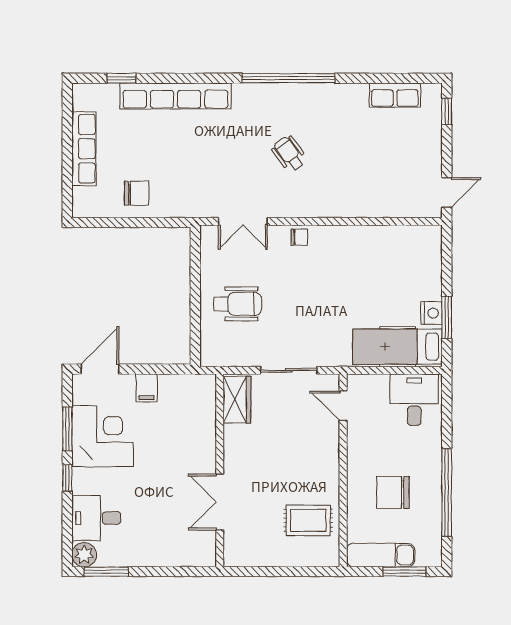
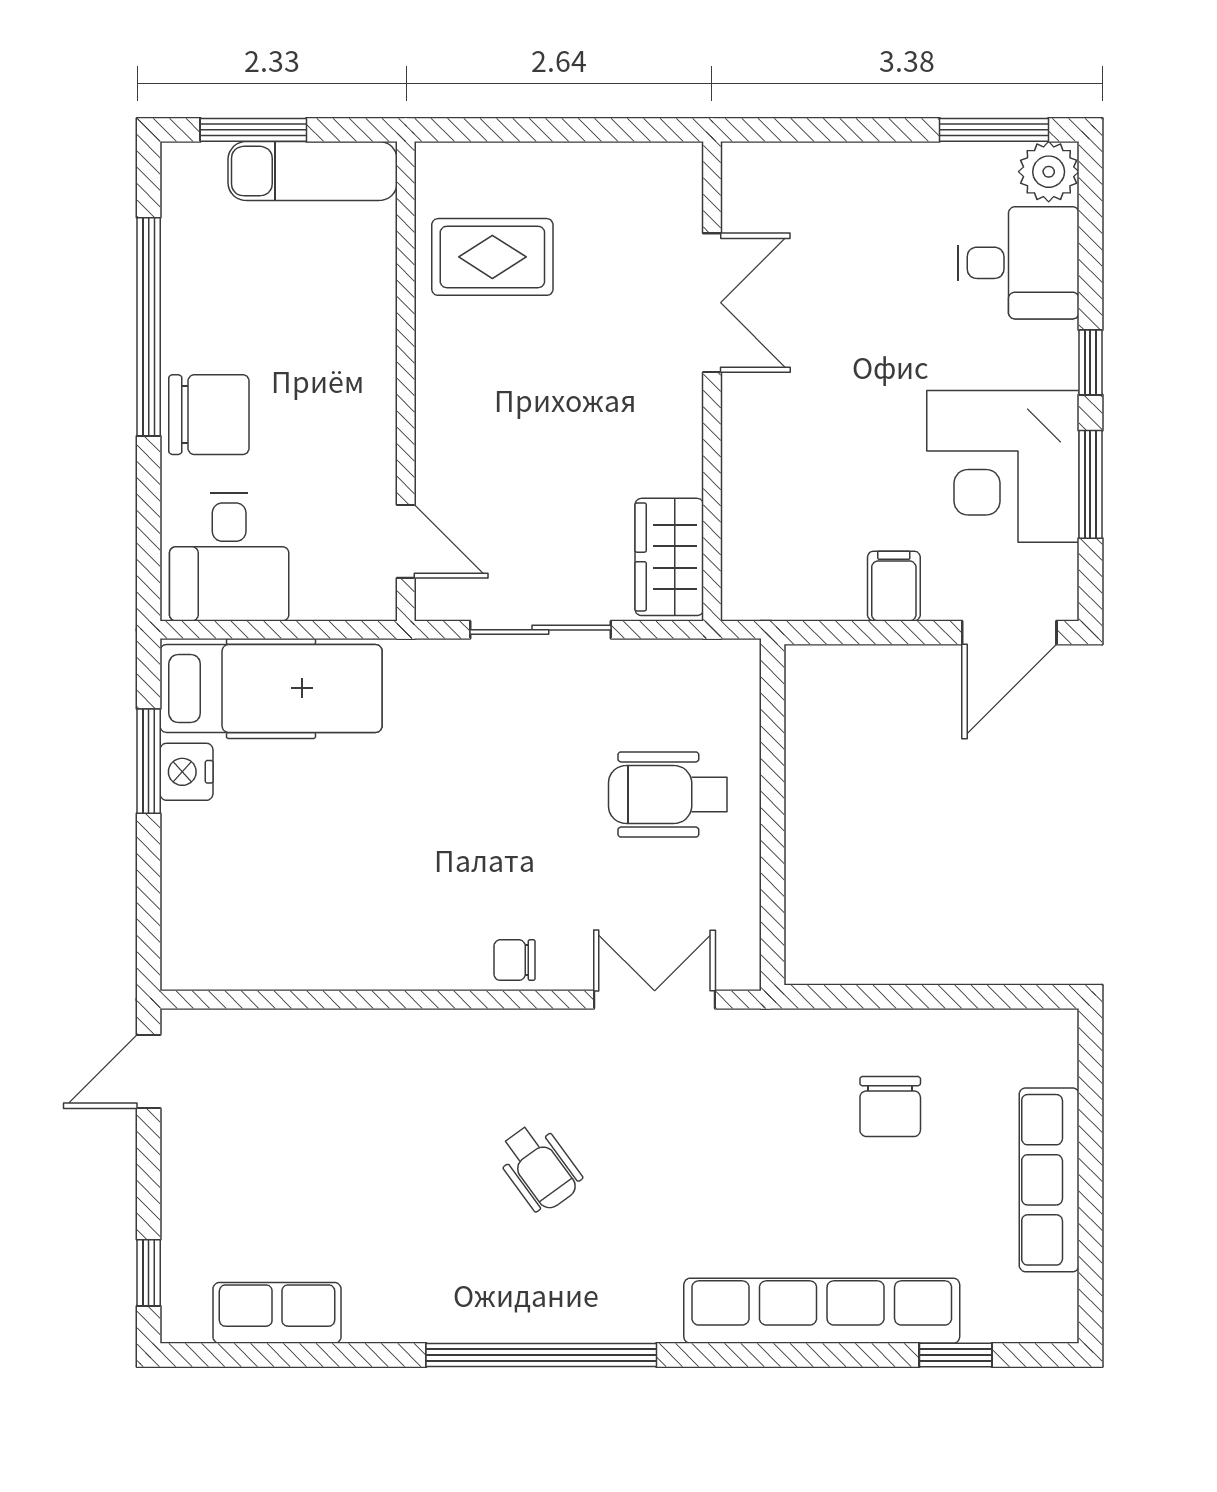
chair: (137, 193) -> (890, 1106), moved, turned -90
chair: (393, 492) -> (209, 415), moved

